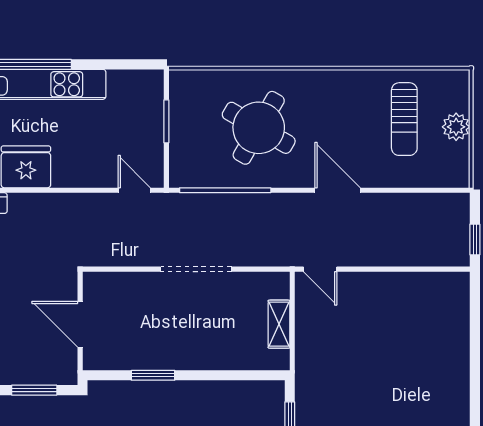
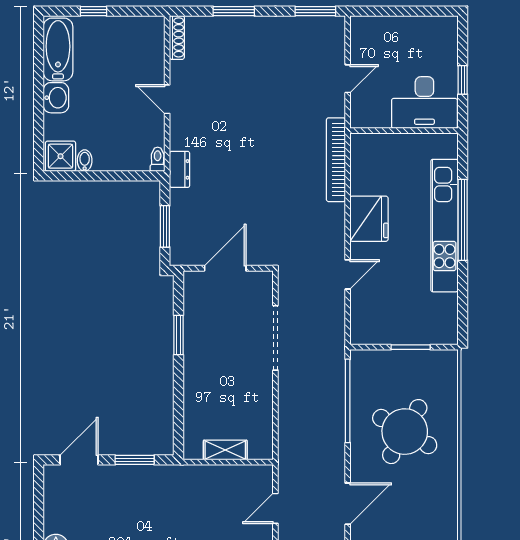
door: (134, 190) -> (348, 274), moved
doorway: (196, 269) -> (275, 338), moved
door: (320, 269) -> (275, 508), moved

